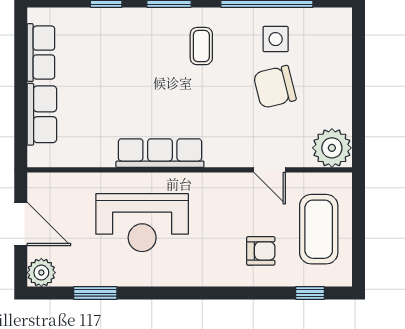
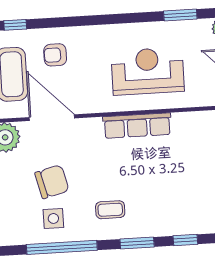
coffee table: (201, 46) -> (110, 210), turned 90
door: (270, 170) -> (52, 118), width x1.87

